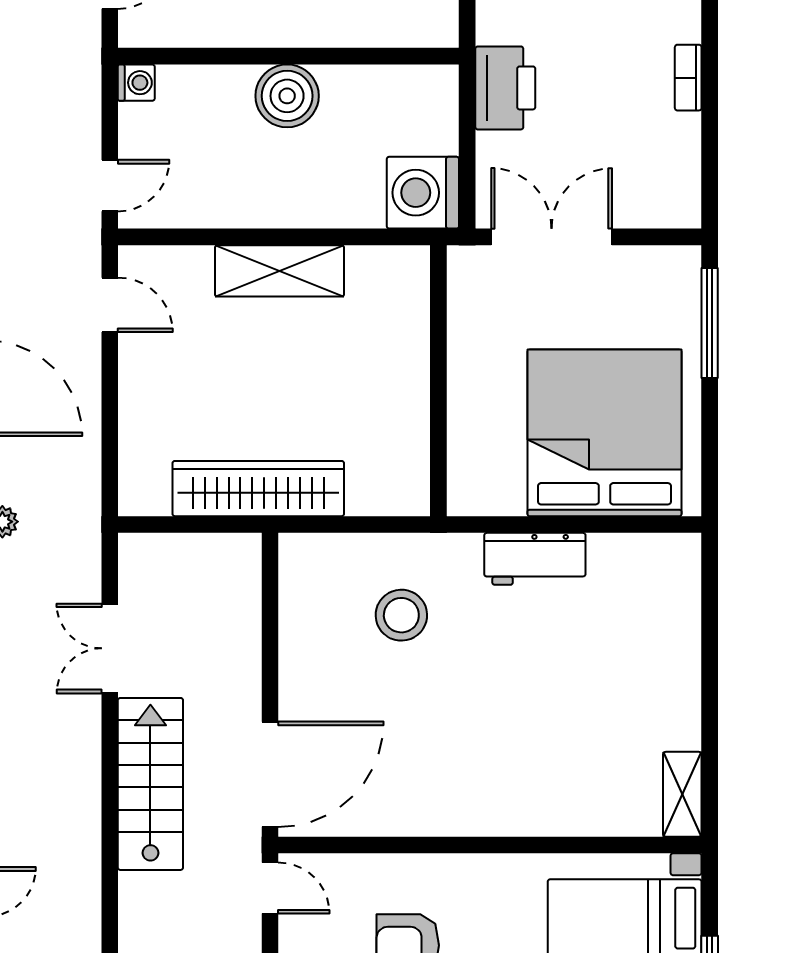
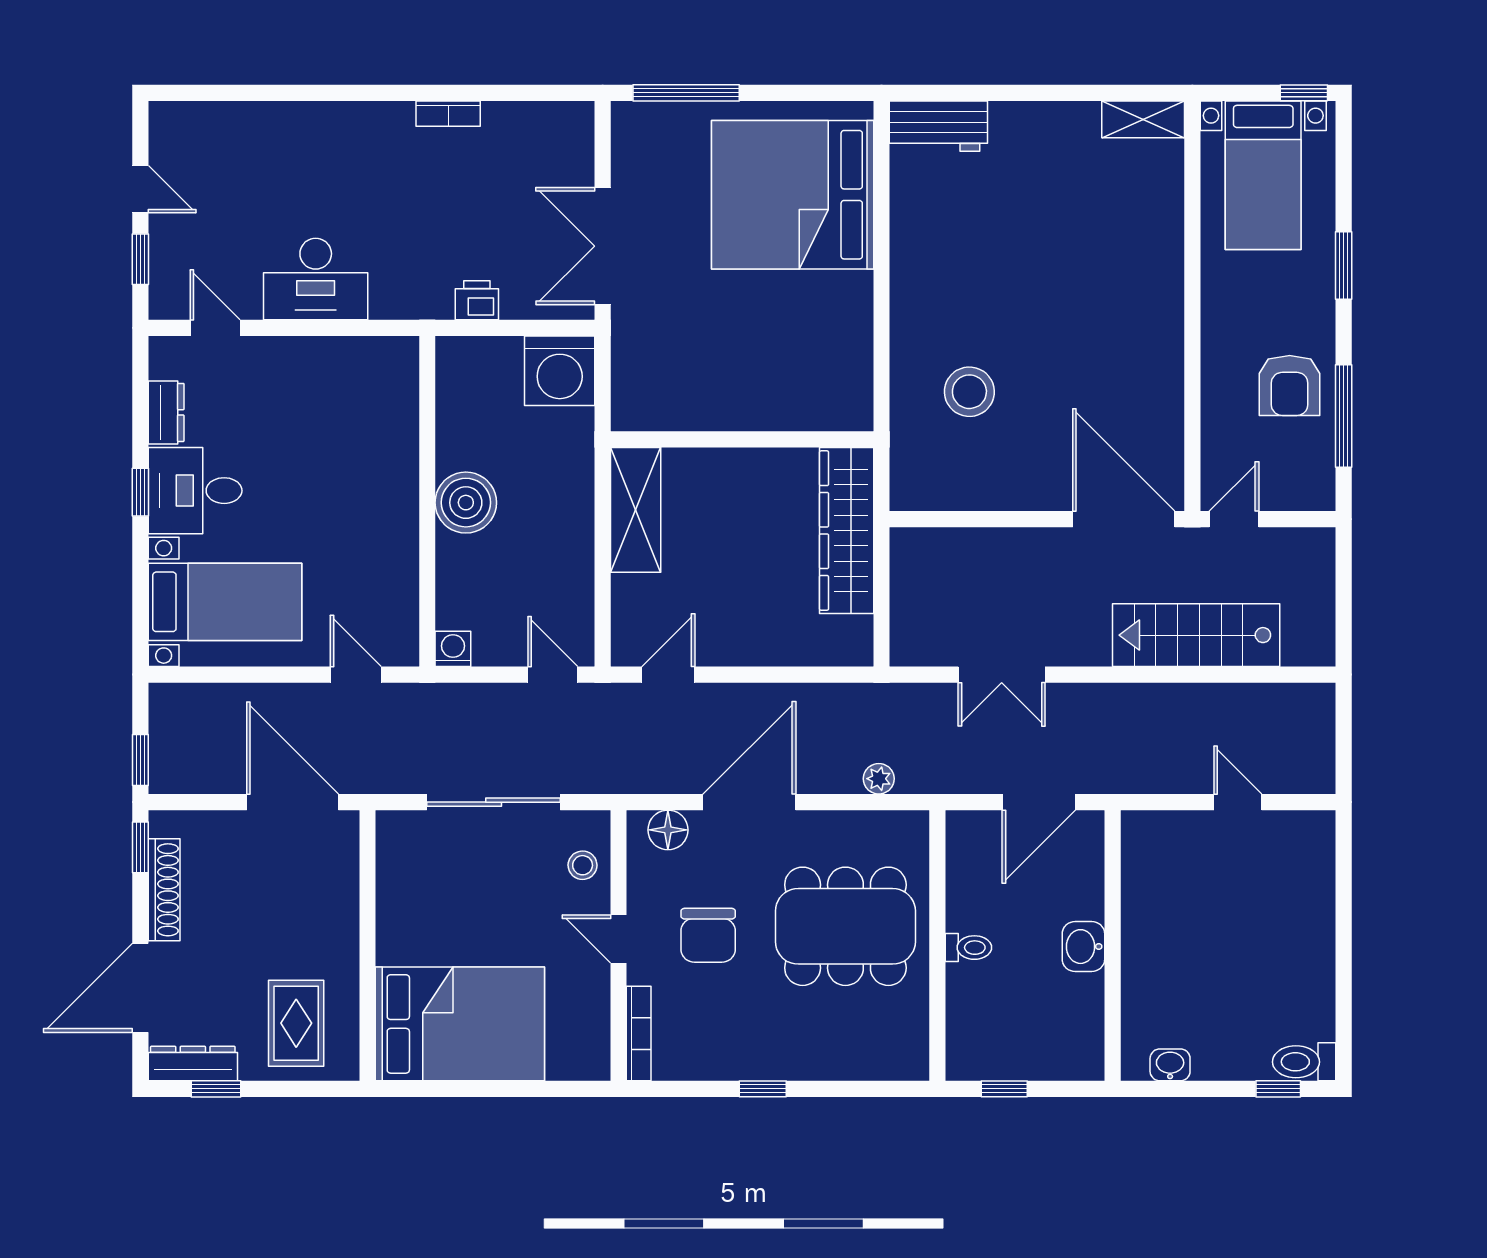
printer: (505, 88) -> (477, 300), width x0.53, depth x0.68
wall: (438, 381) -> (742, 439), moved
workbench: (535, 559) -> (938, 126), moved, turned 90
stairs: (150, 784) -> (1196, 635), moved

